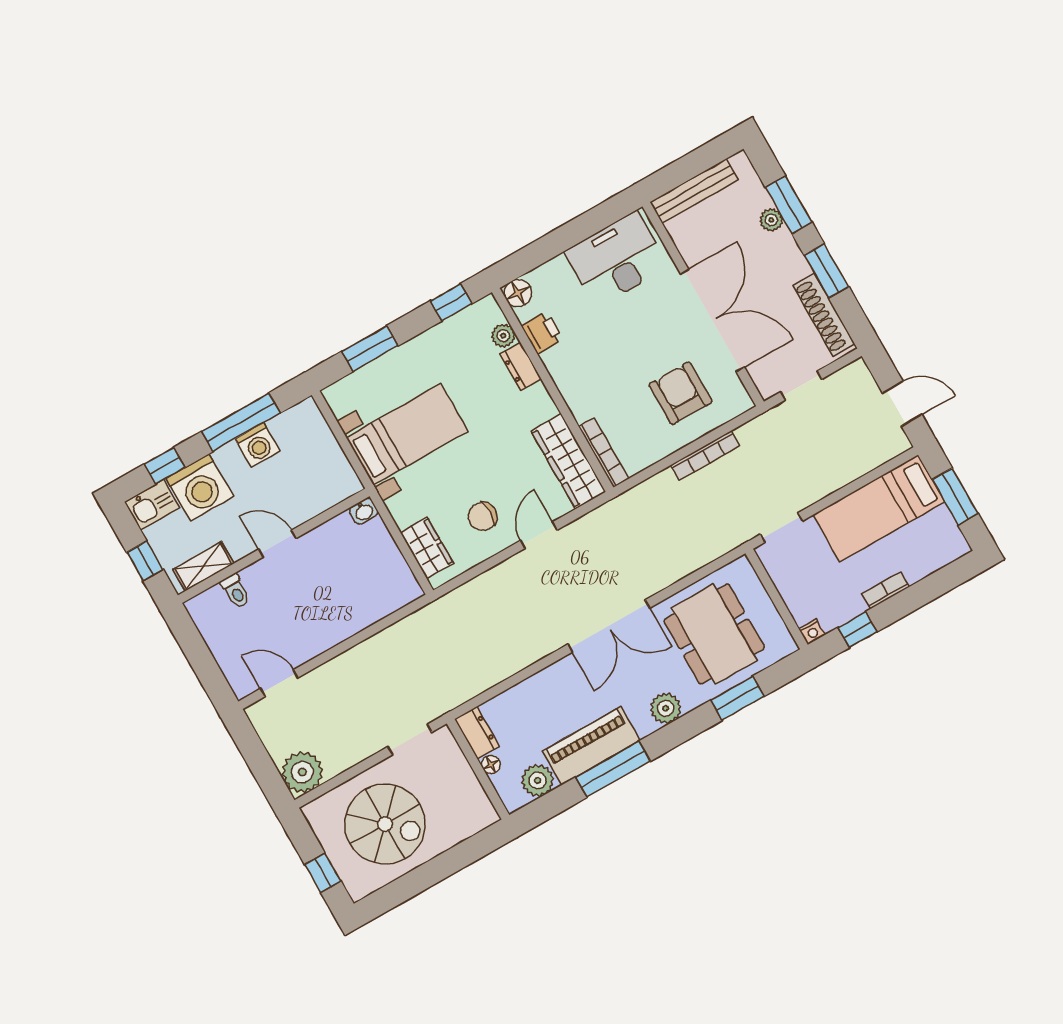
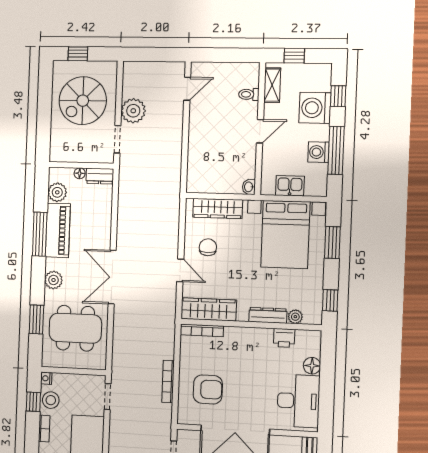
floor lamp: (518, 293) -> (312, 366), moved
dresser: (520, 366) -> (268, 315), width x1.44
bed with nightstands: (407, 434) -> (285, 235), width x1.36
kitchen sink: (152, 505) -> (290, 186), moved, turned 90
wardrobe: (427, 548) -> (218, 208), width x1.50
stool: (839, 606) -> (51, 400), added
plant: (302, 772) -> (133, 111), moved

